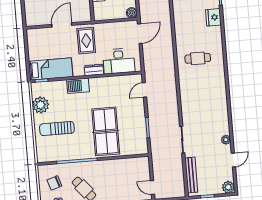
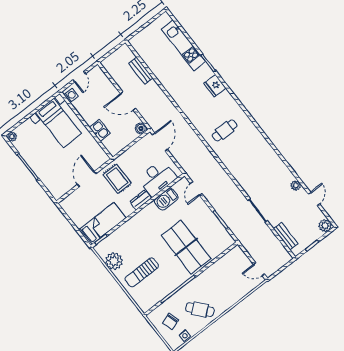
barbecue: (78, 86) -> (166, 199), moved
bench: (191, 175) -> (286, 236), width x0.73

